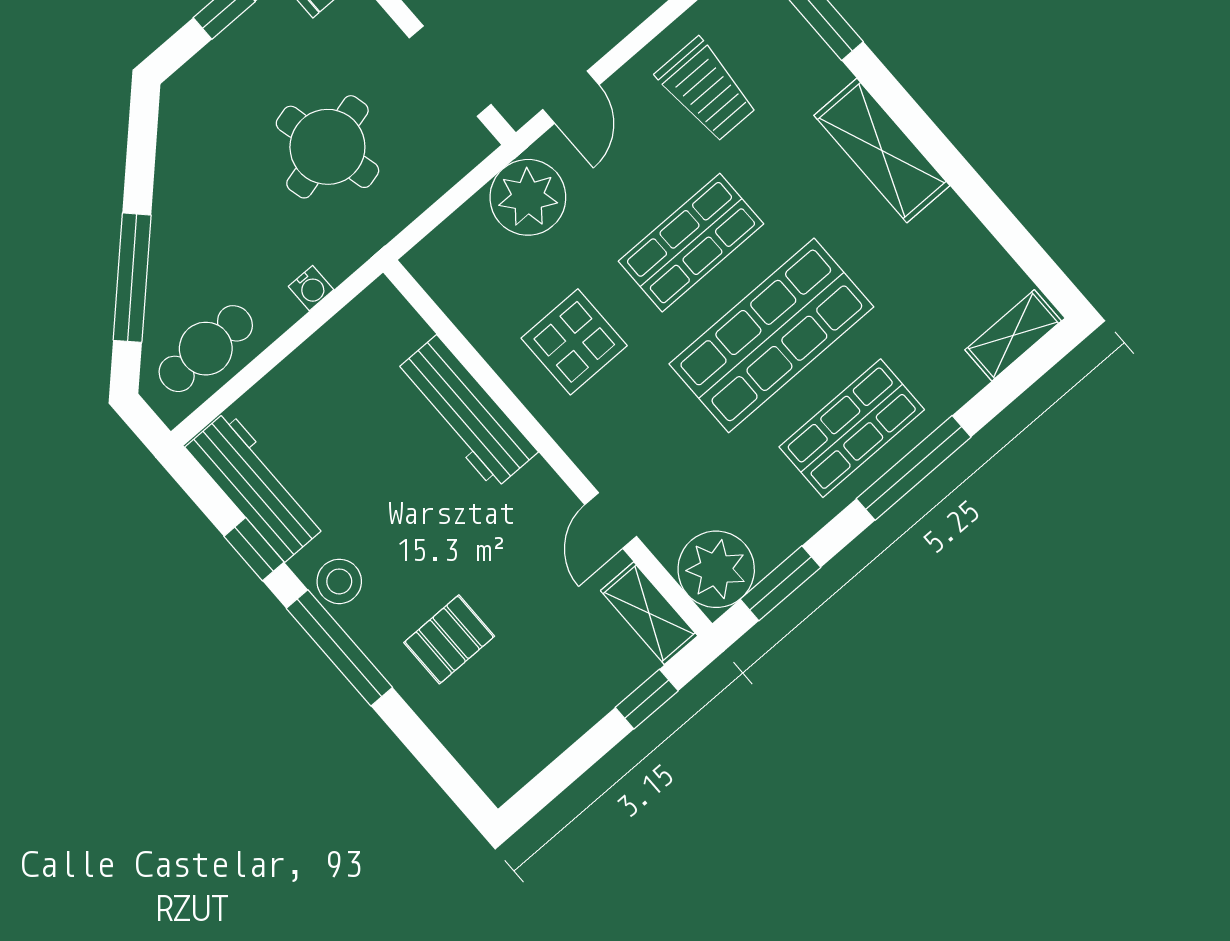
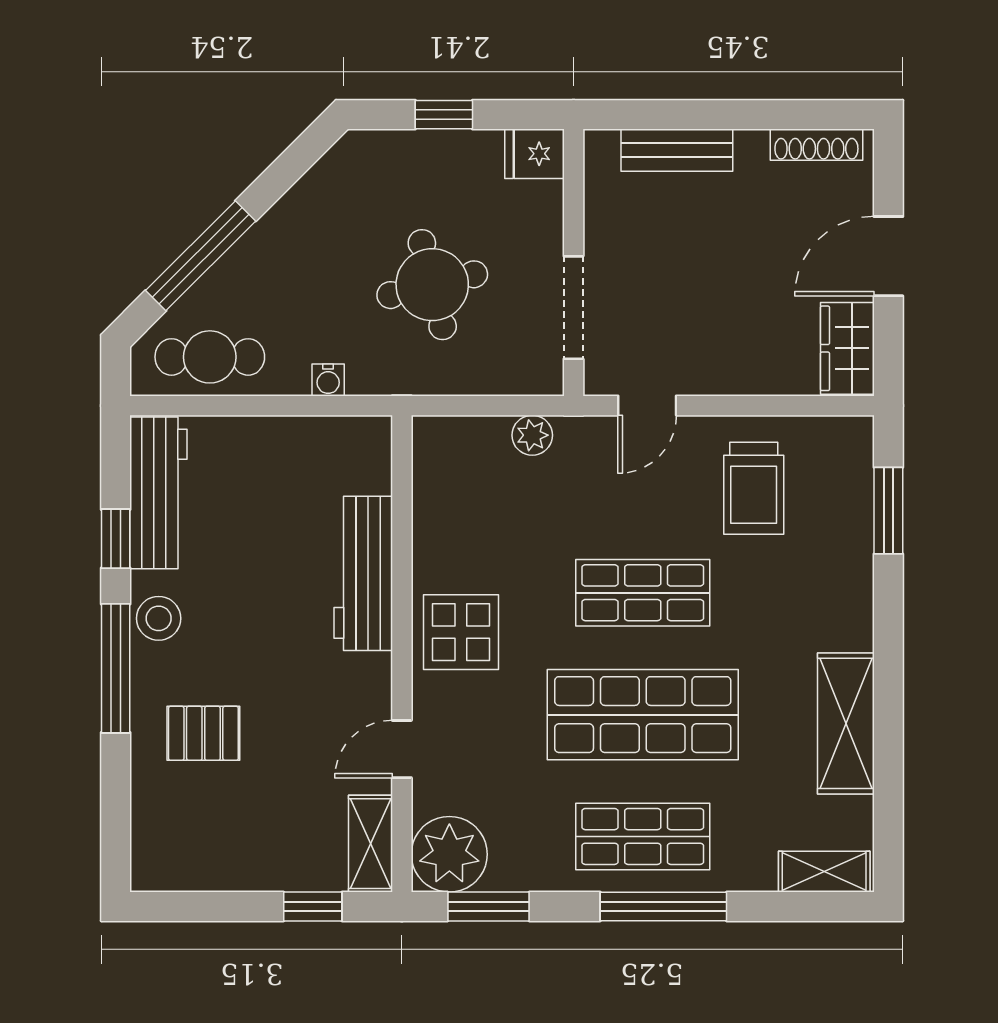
shelving: (882, 150) -> (846, 723), moved
plant: (528, 197) -> (532, 435), width x0.53, depth x0.53
display table: (574, 342) -> (461, 632), moved

